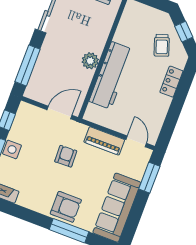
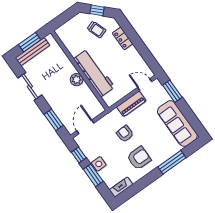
window: (28, 65) -> (54, 120), width x0.69
door: (60, 112) -> (85, 127), moved
armchair: (66, 207) -> (139, 158), moved

